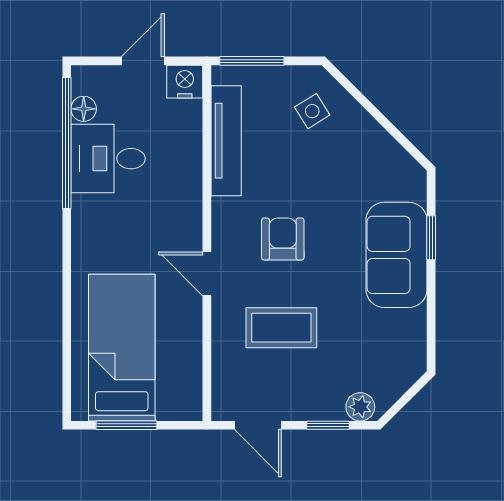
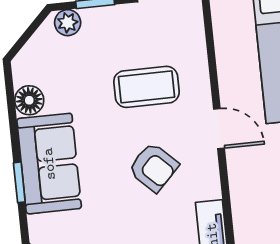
armchair: (283, 239) -> (153, 167), turned -46
floor lamp: (411, 326) -> (29, 100), added

